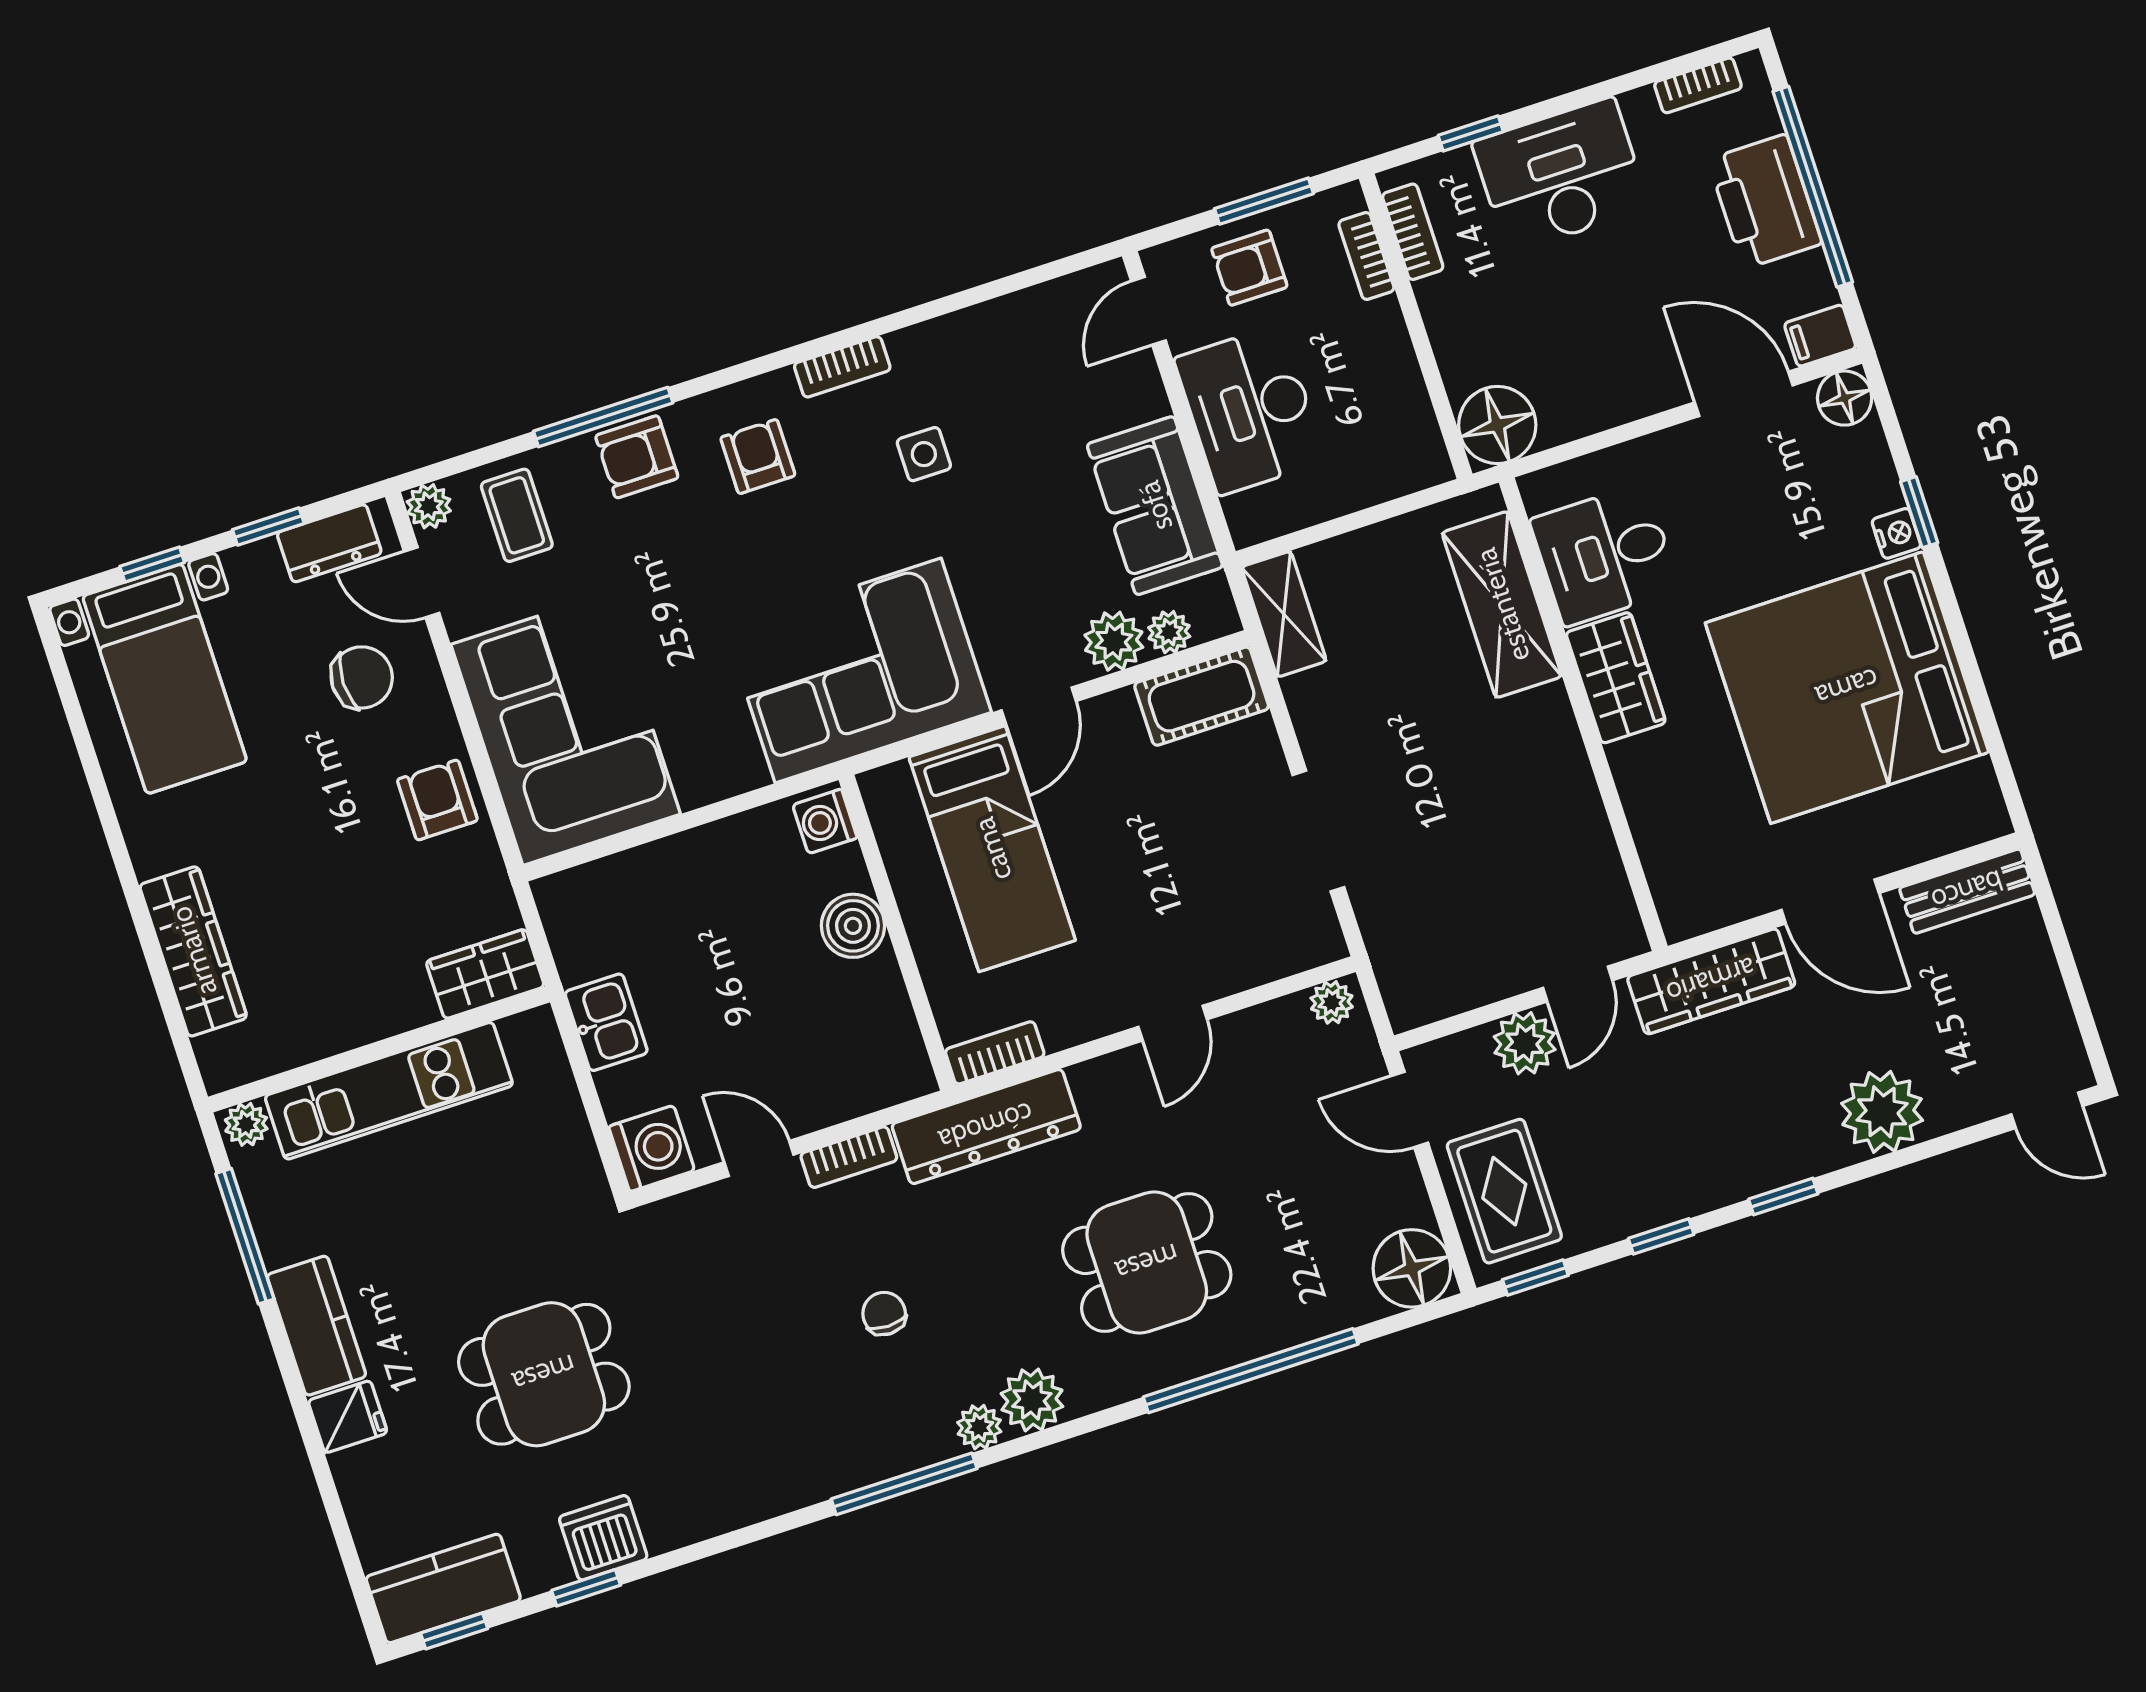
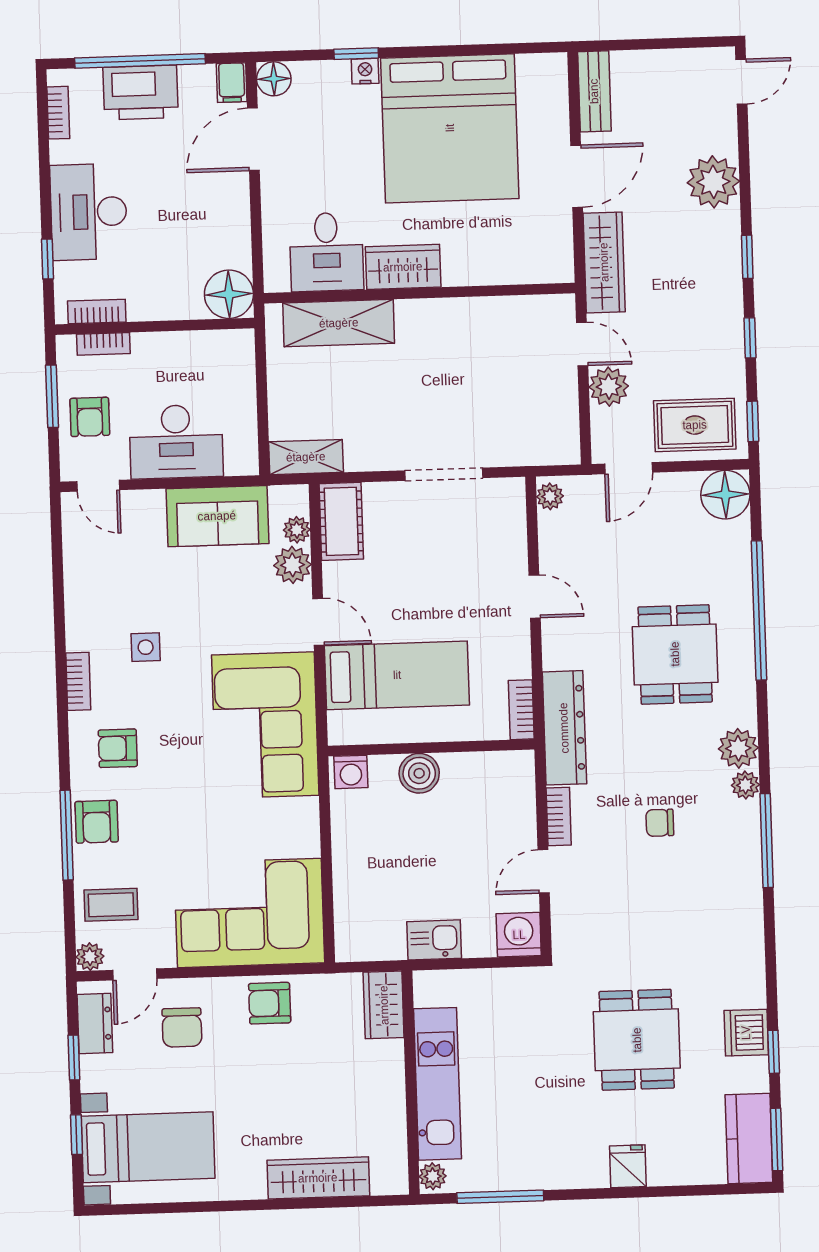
chair: (362, 677) -> (182, 1027), turned 180
kitchen counter: (317, 1326) -> (567, 1169), removed
window: (454, 1631) -> (777, 1139), width x1.50

